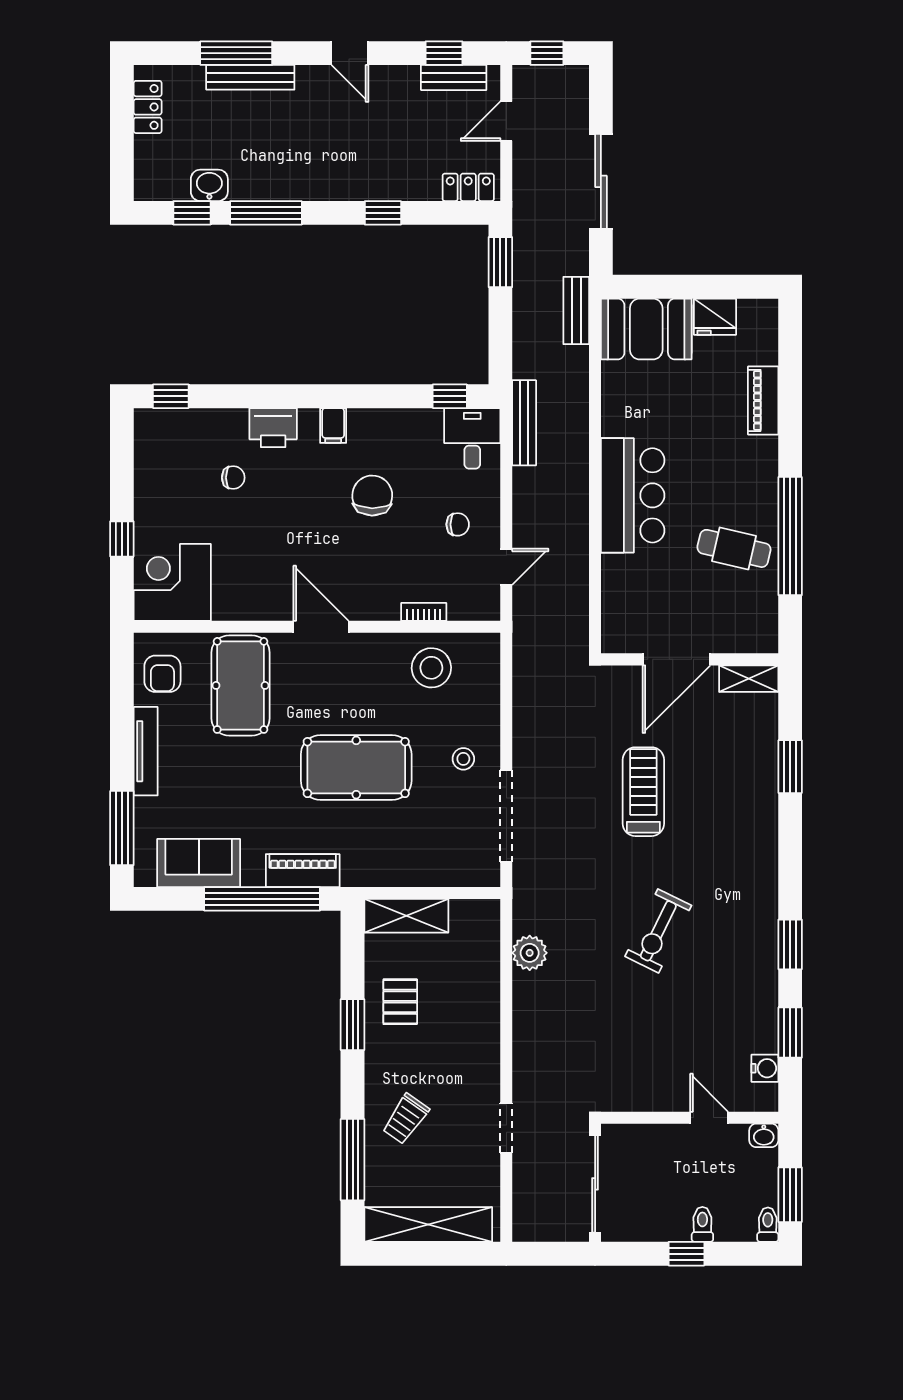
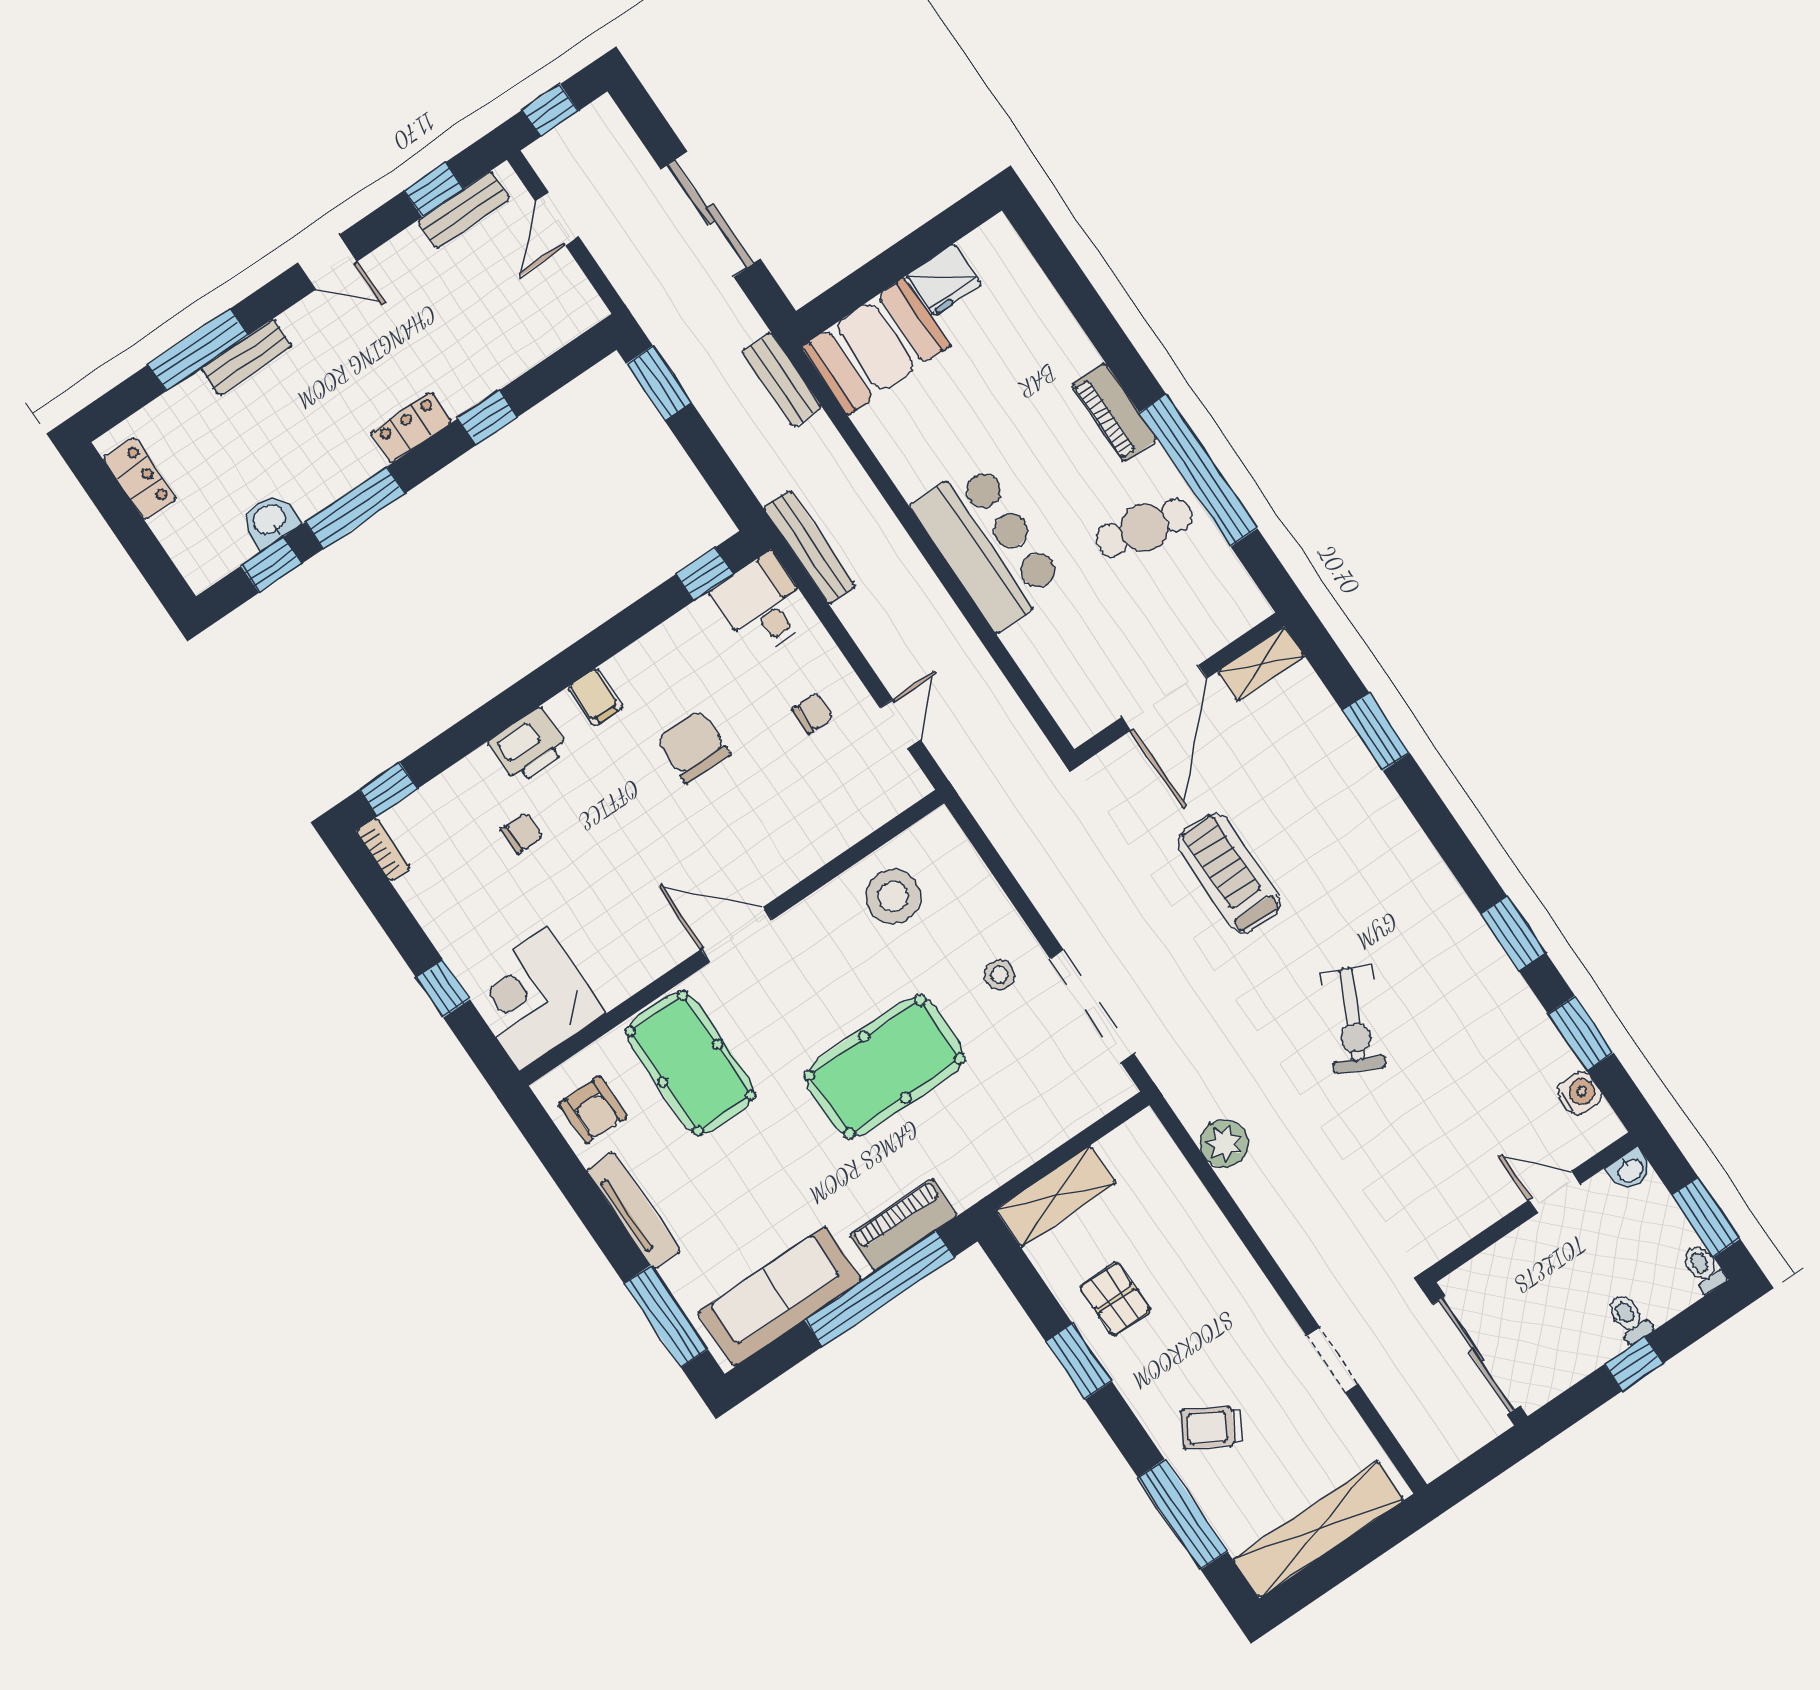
bench: (250, 77) -> (246, 357), width x0.73
locker: (468, 187) -> (411, 427), moved
piano: (763, 400) -> (1114, 412), moved
bookcase: (424, 612) -> (383, 850), moved, turned 90
sofa: (199, 863) -> (780, 1297), width x1.36
trolley: (406, 1119) -> (1211, 1427), turned 85

